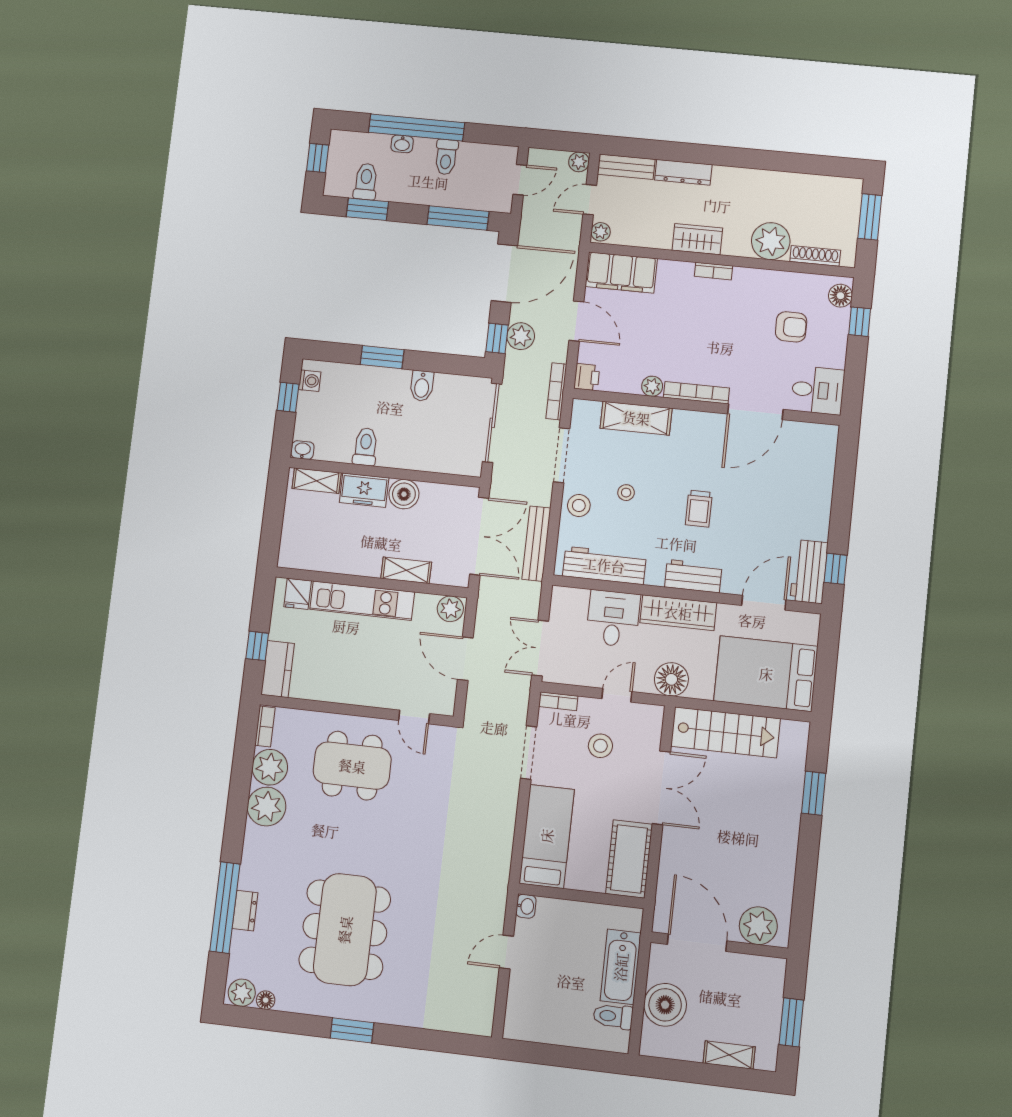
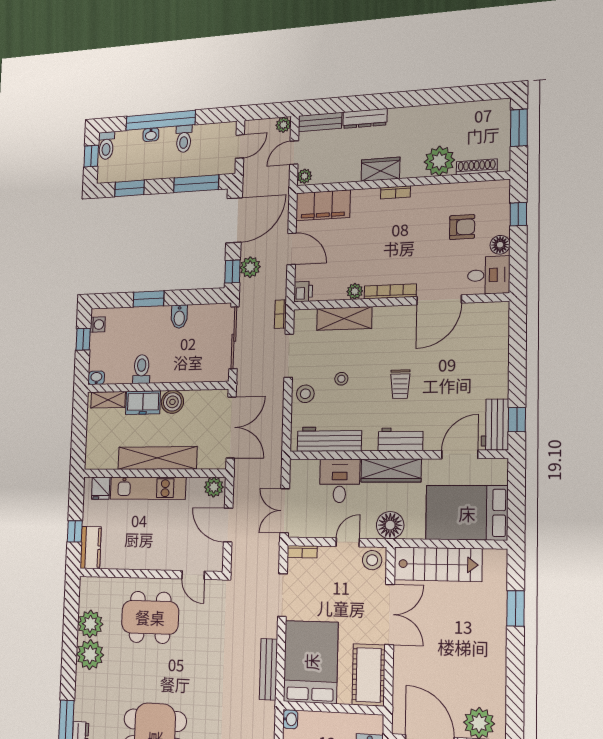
toilet: (366, 182) -> (106, 146), moved, turned 180
floor lamp: (840, 296) -> (500, 245), moved
bookcase: (556, 391) -> (280, 314), width x0.64
bench: (536, 544) -> (268, 669), moved
shelving: (406, 570) -> (157, 458), width x2.20, depth x1.33
bookcase: (265, 727) -> (85, 593), removed
stool: (600, 746) -> (372, 560), moved
bed: (547, 836) -> (311, 662), width x1.50

